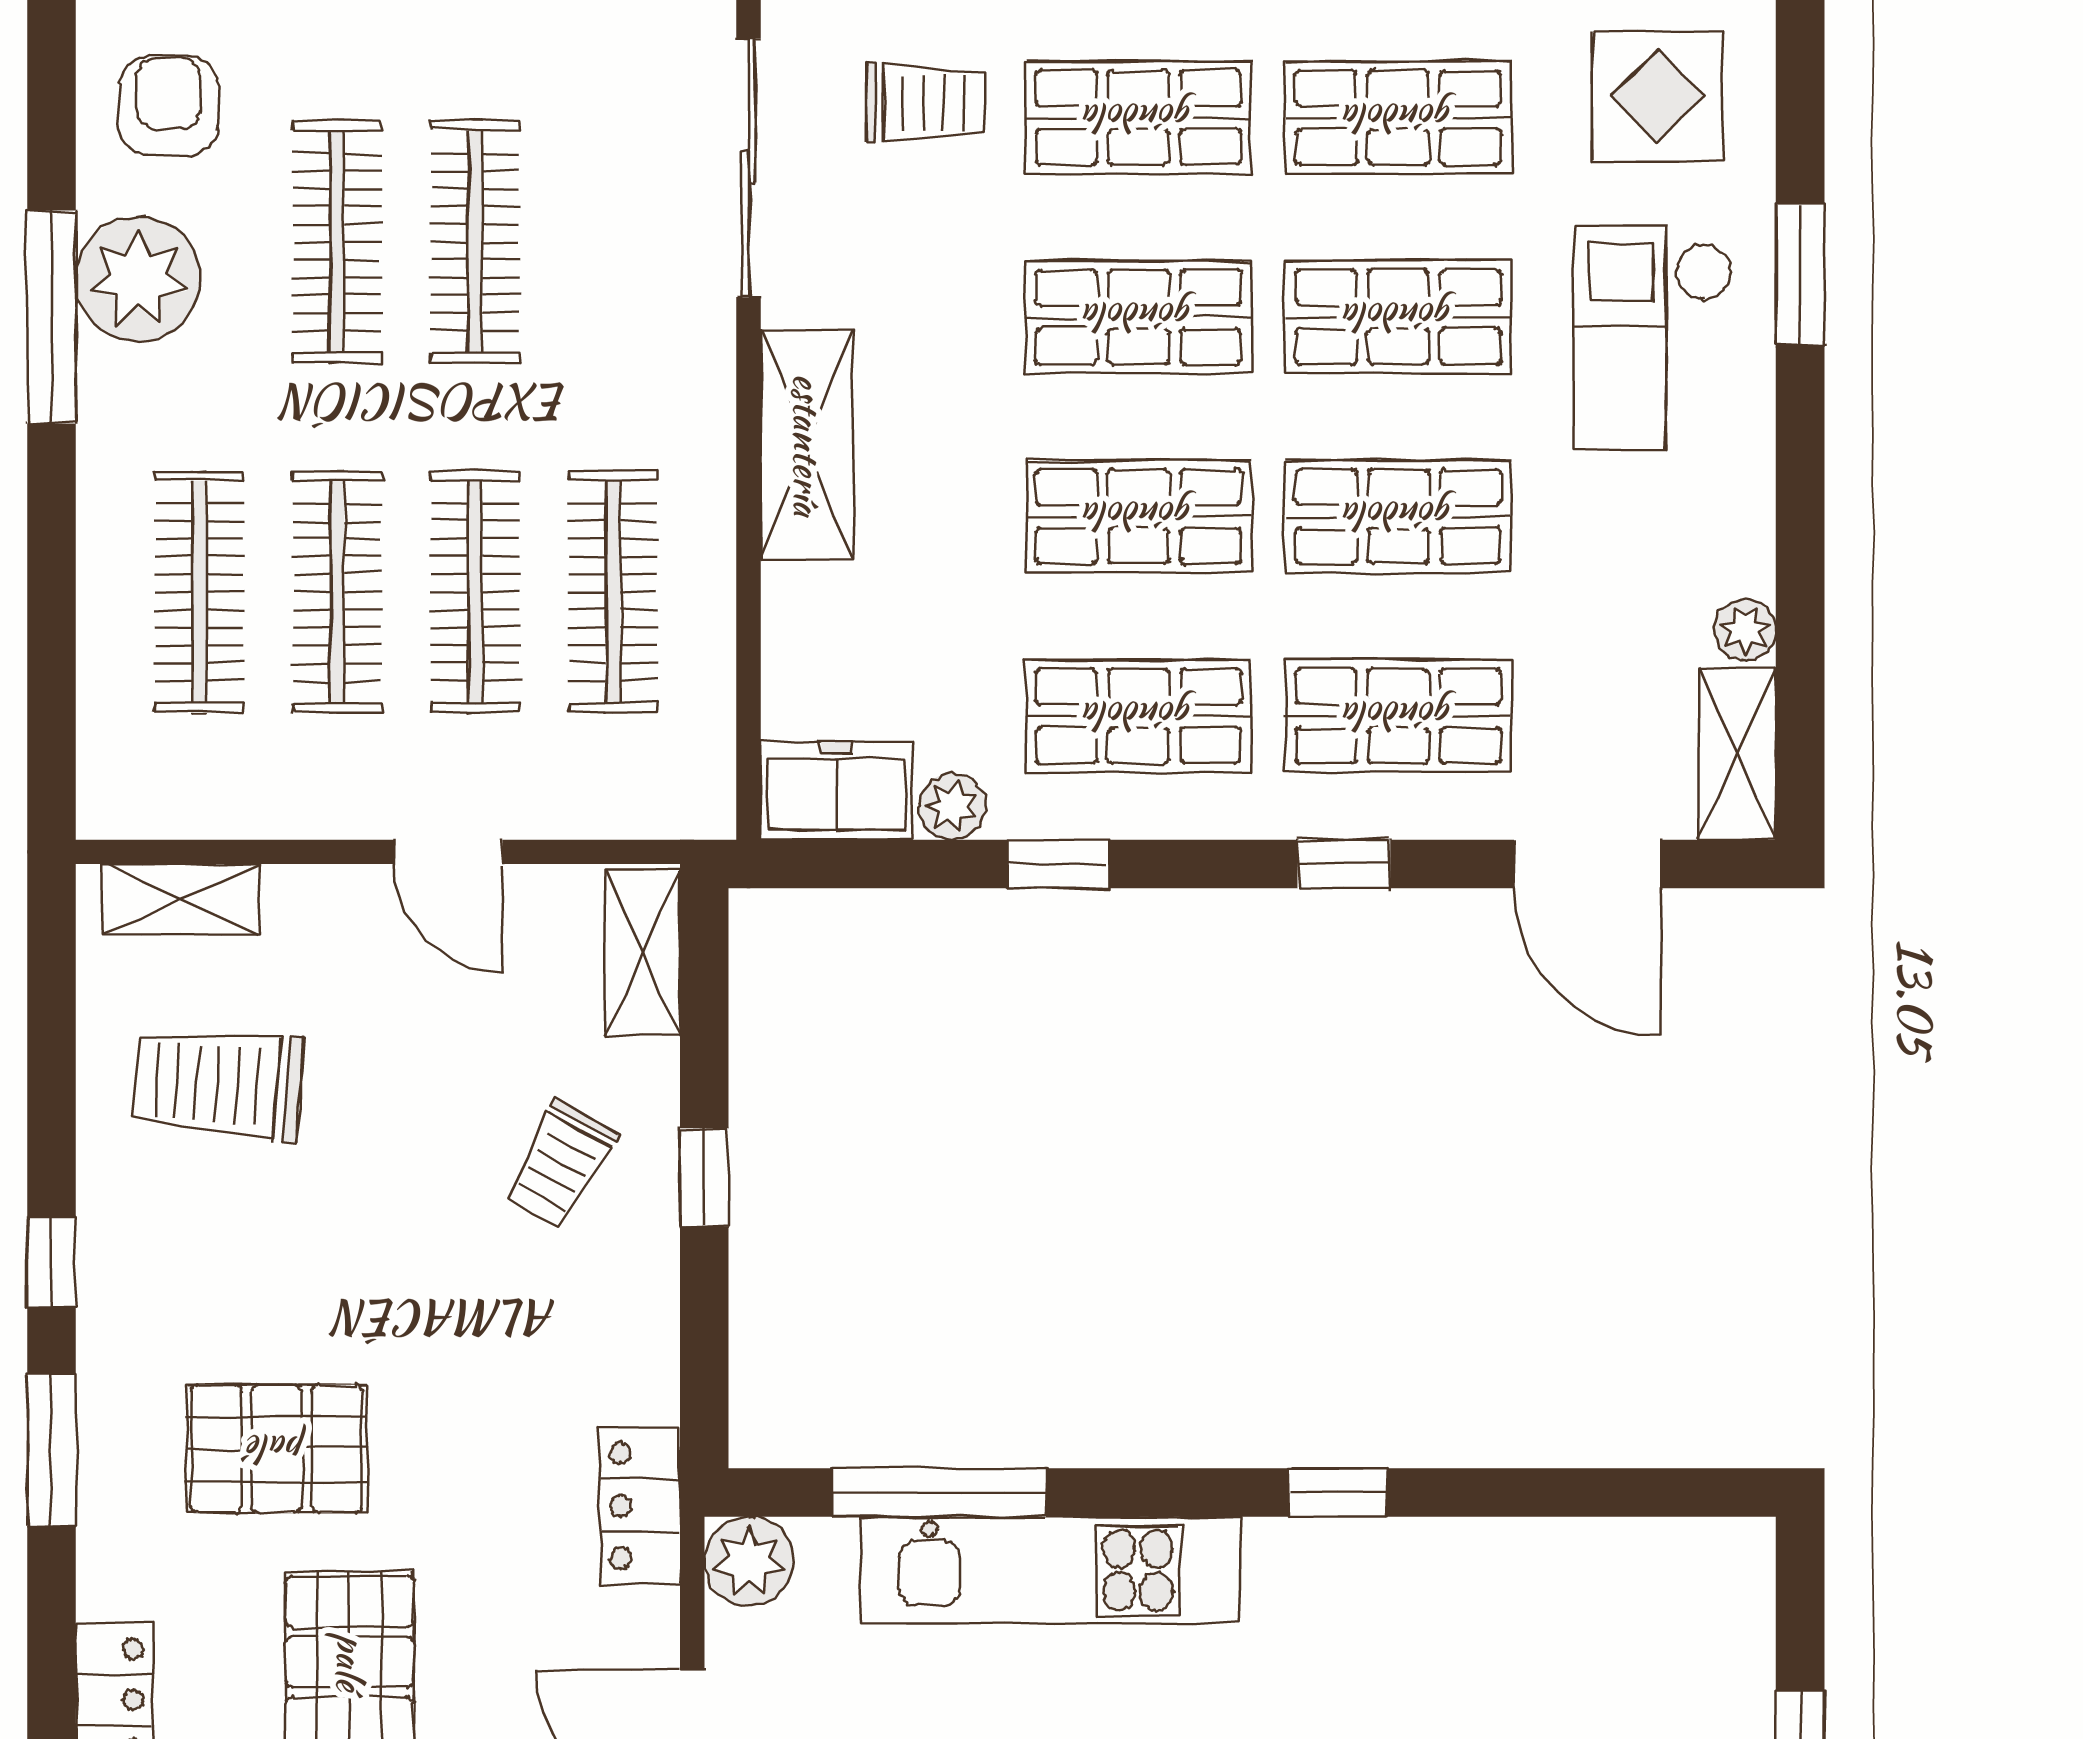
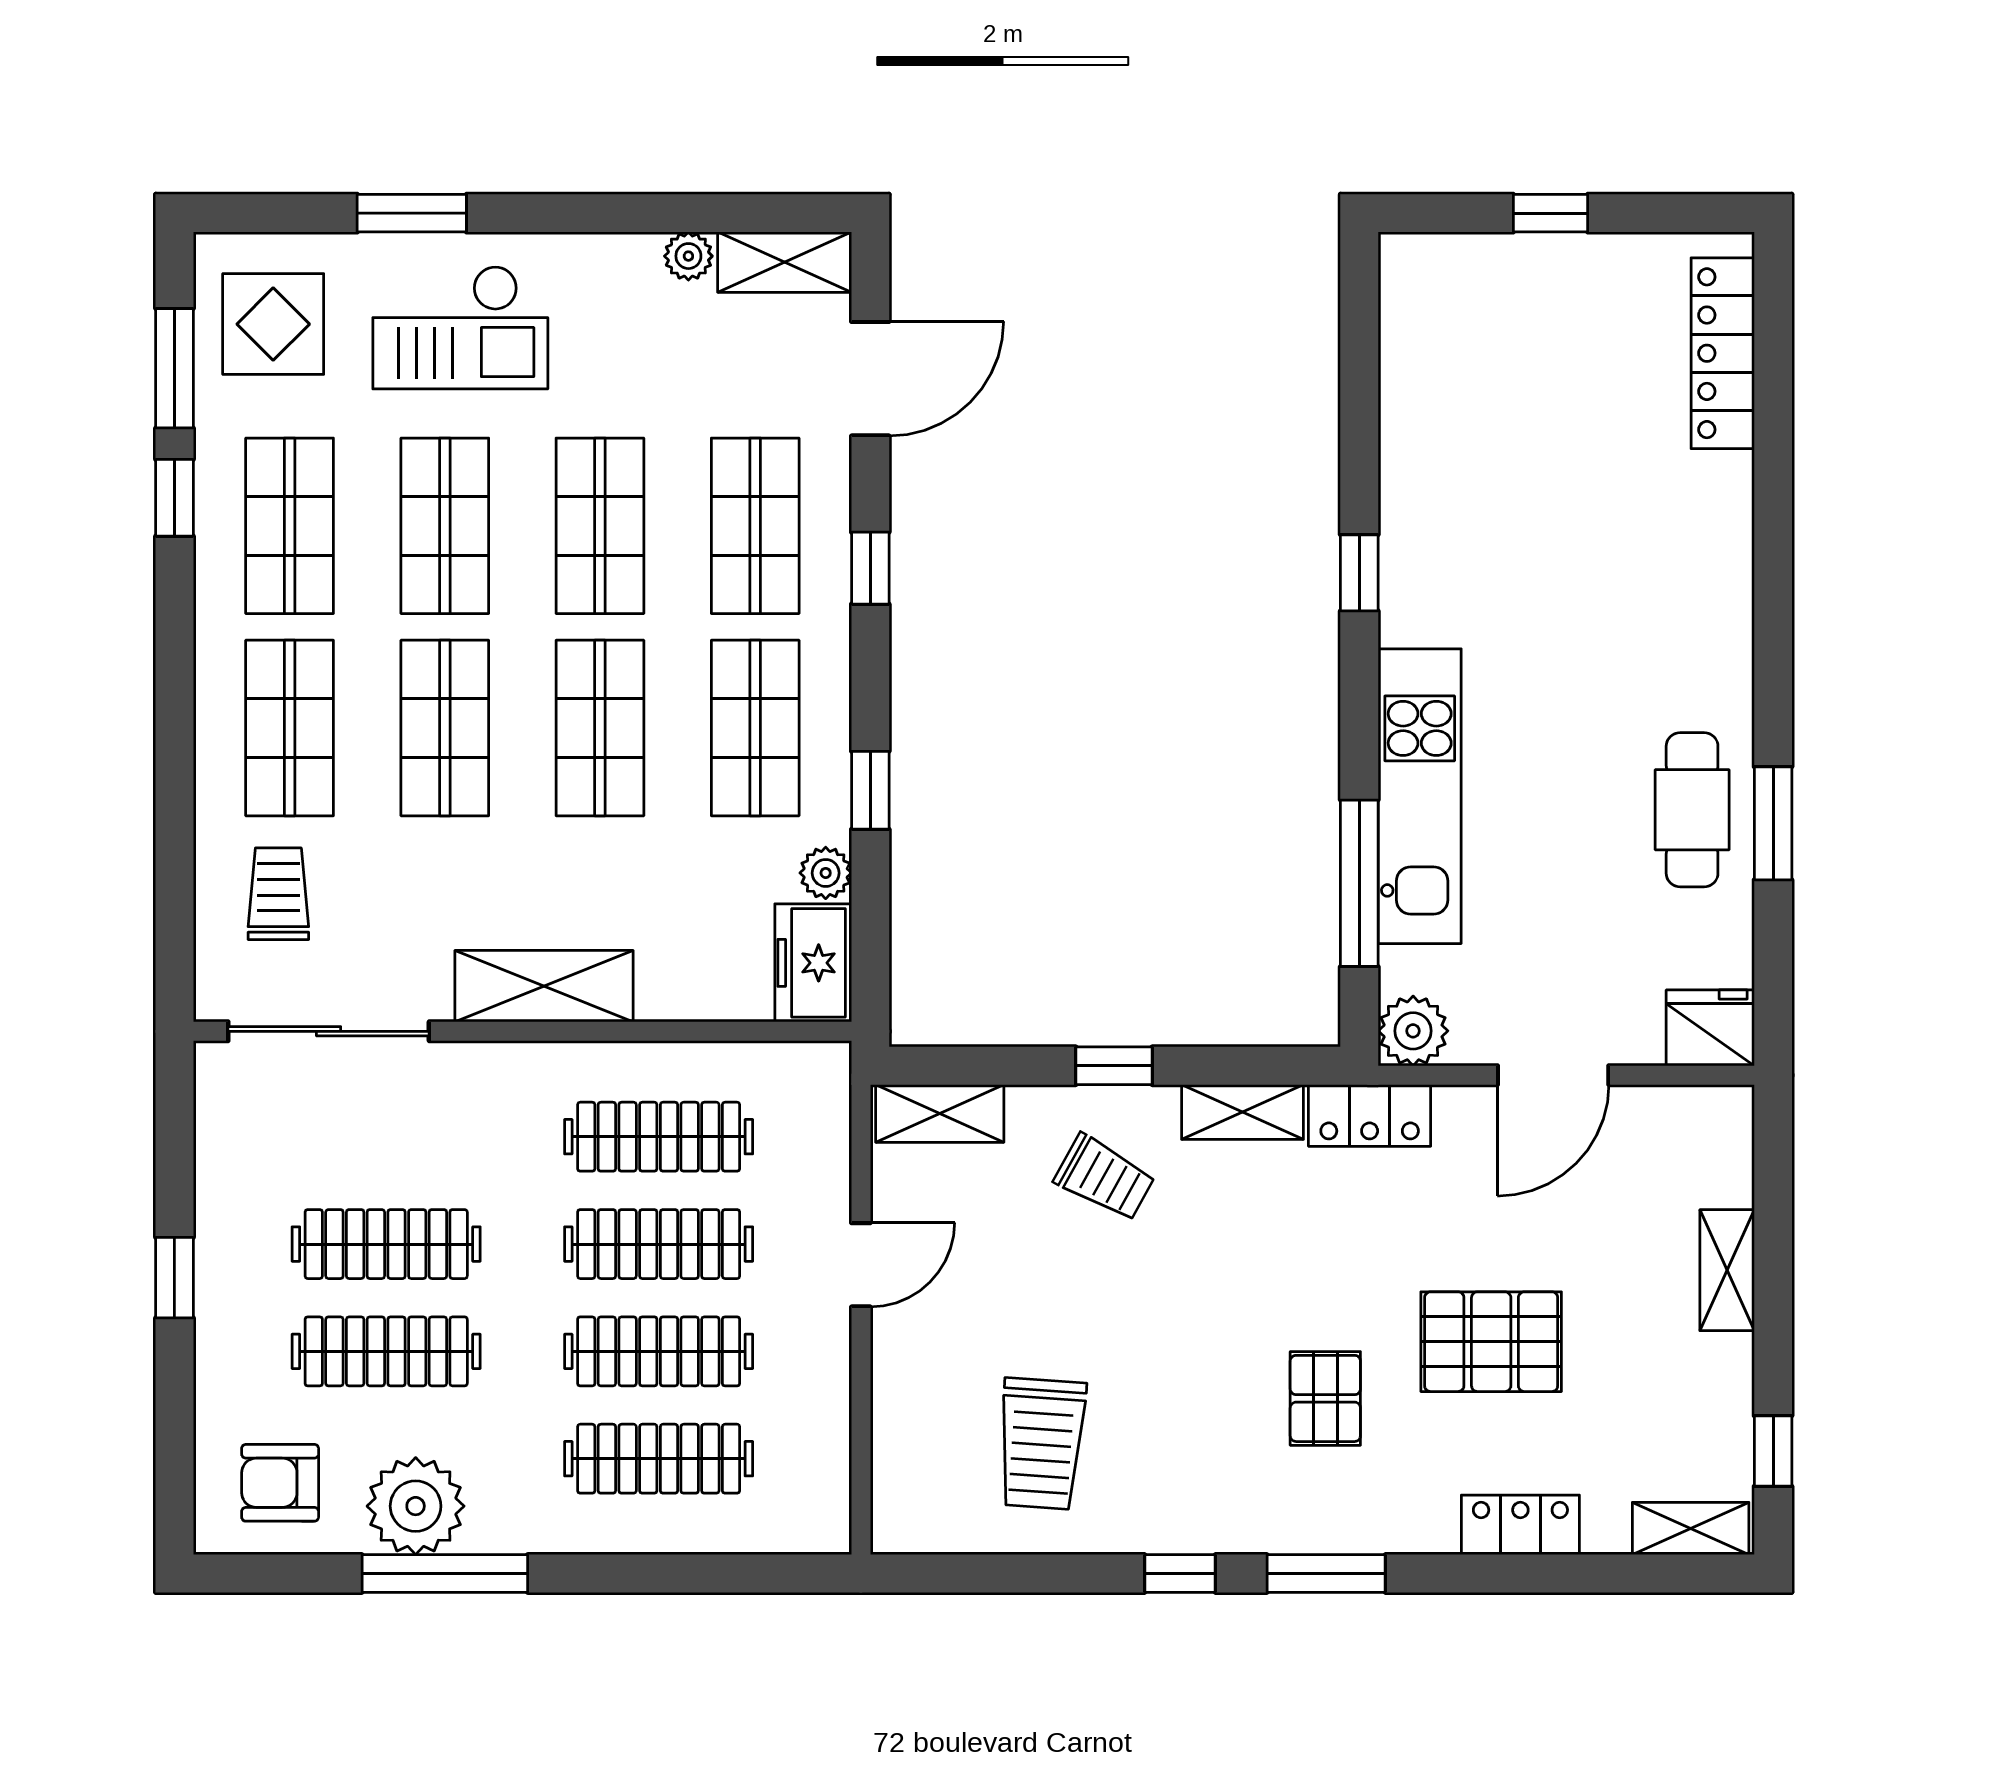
shelving: (181, 899) -> (1242, 1112), moved, turned 90
pallet: (277, 1449) -> (1325, 1398), width x0.67, depth x0.71

